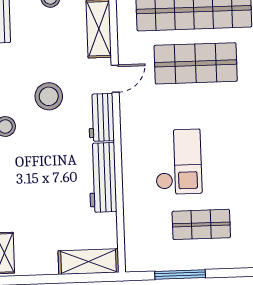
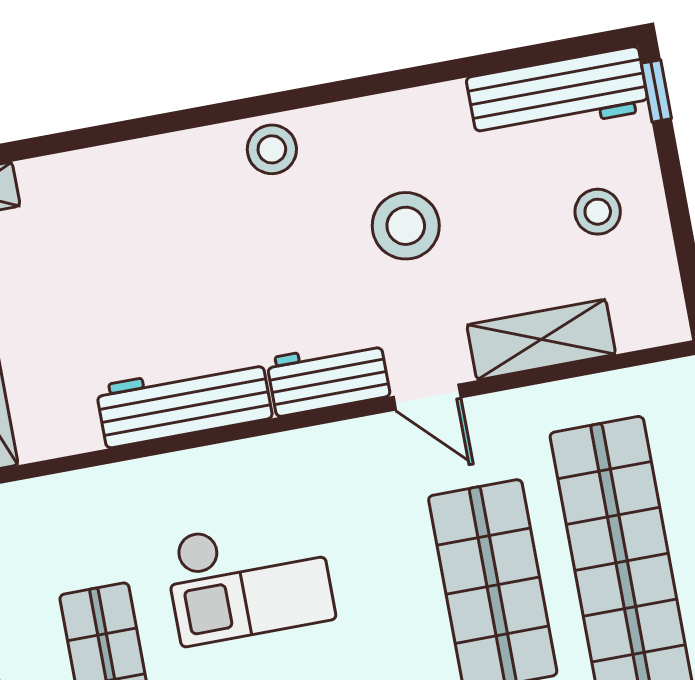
stool: (49, 96) -> (406, 226), moved

